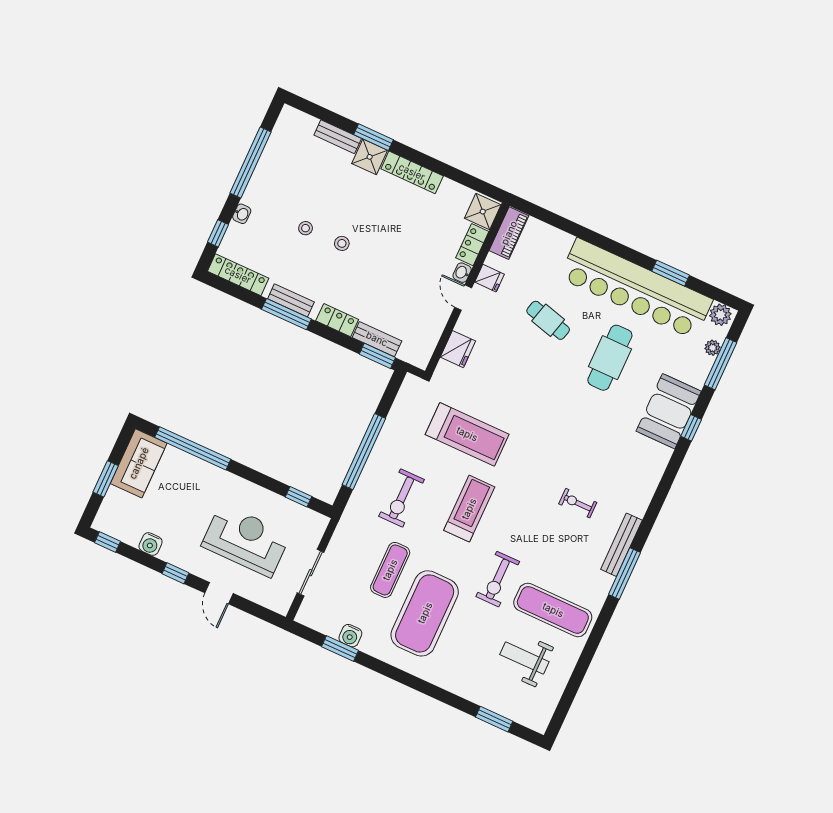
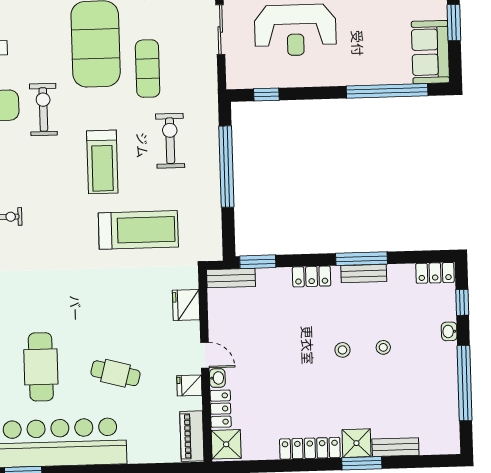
locker: (238, 275) -> (435, 273), width x0.66
bench: (377, 339) -> (231, 278), moved
treadmill: (467, 434) -> (138, 230), turned 180

